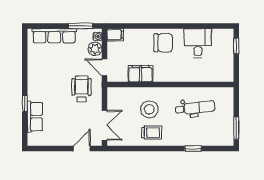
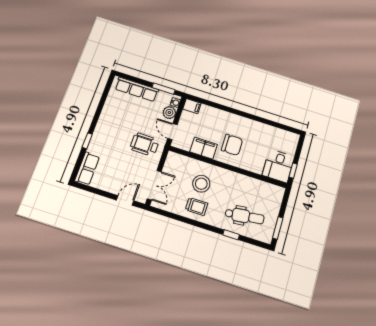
chair: (163, 43) -> (232, 145), moved
desk: (198, 43) -> (278, 166), moved, turned 180
window: (236, 46) -> (293, 171), moved
wheelchair: (81, 89) -> (145, 144), turned -90
dental chair: (195, 108) -> (245, 216), moved
row of seats: (35, 117) -> (87, 169), moved

